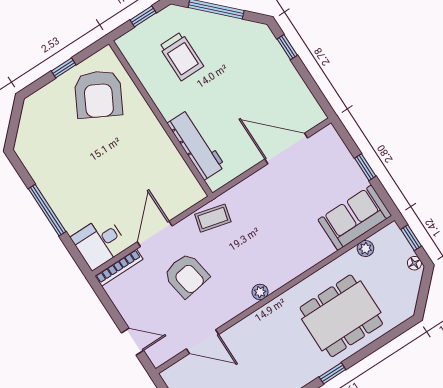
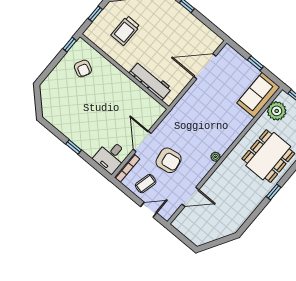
trolley: (181, 56) -> (125, 31), turned 90
window: (64, 68) -> (70, 45), moved
armchair: (98, 94) -> (83, 69), width x0.53, depth x0.53
window: (47, 210) -> (74, 147), width x0.46
coffee table: (213, 218) -> (146, 184), moved
plant: (365, 249) -> (277, 111), width x1.88, depth x1.88

